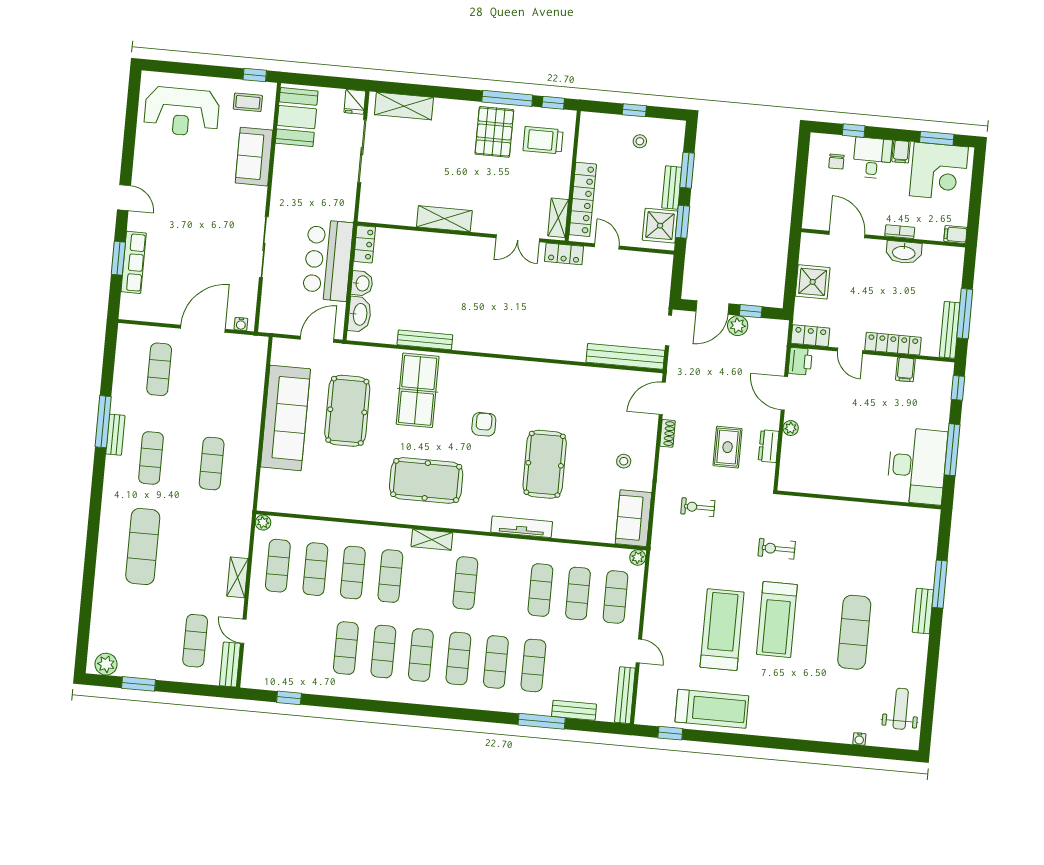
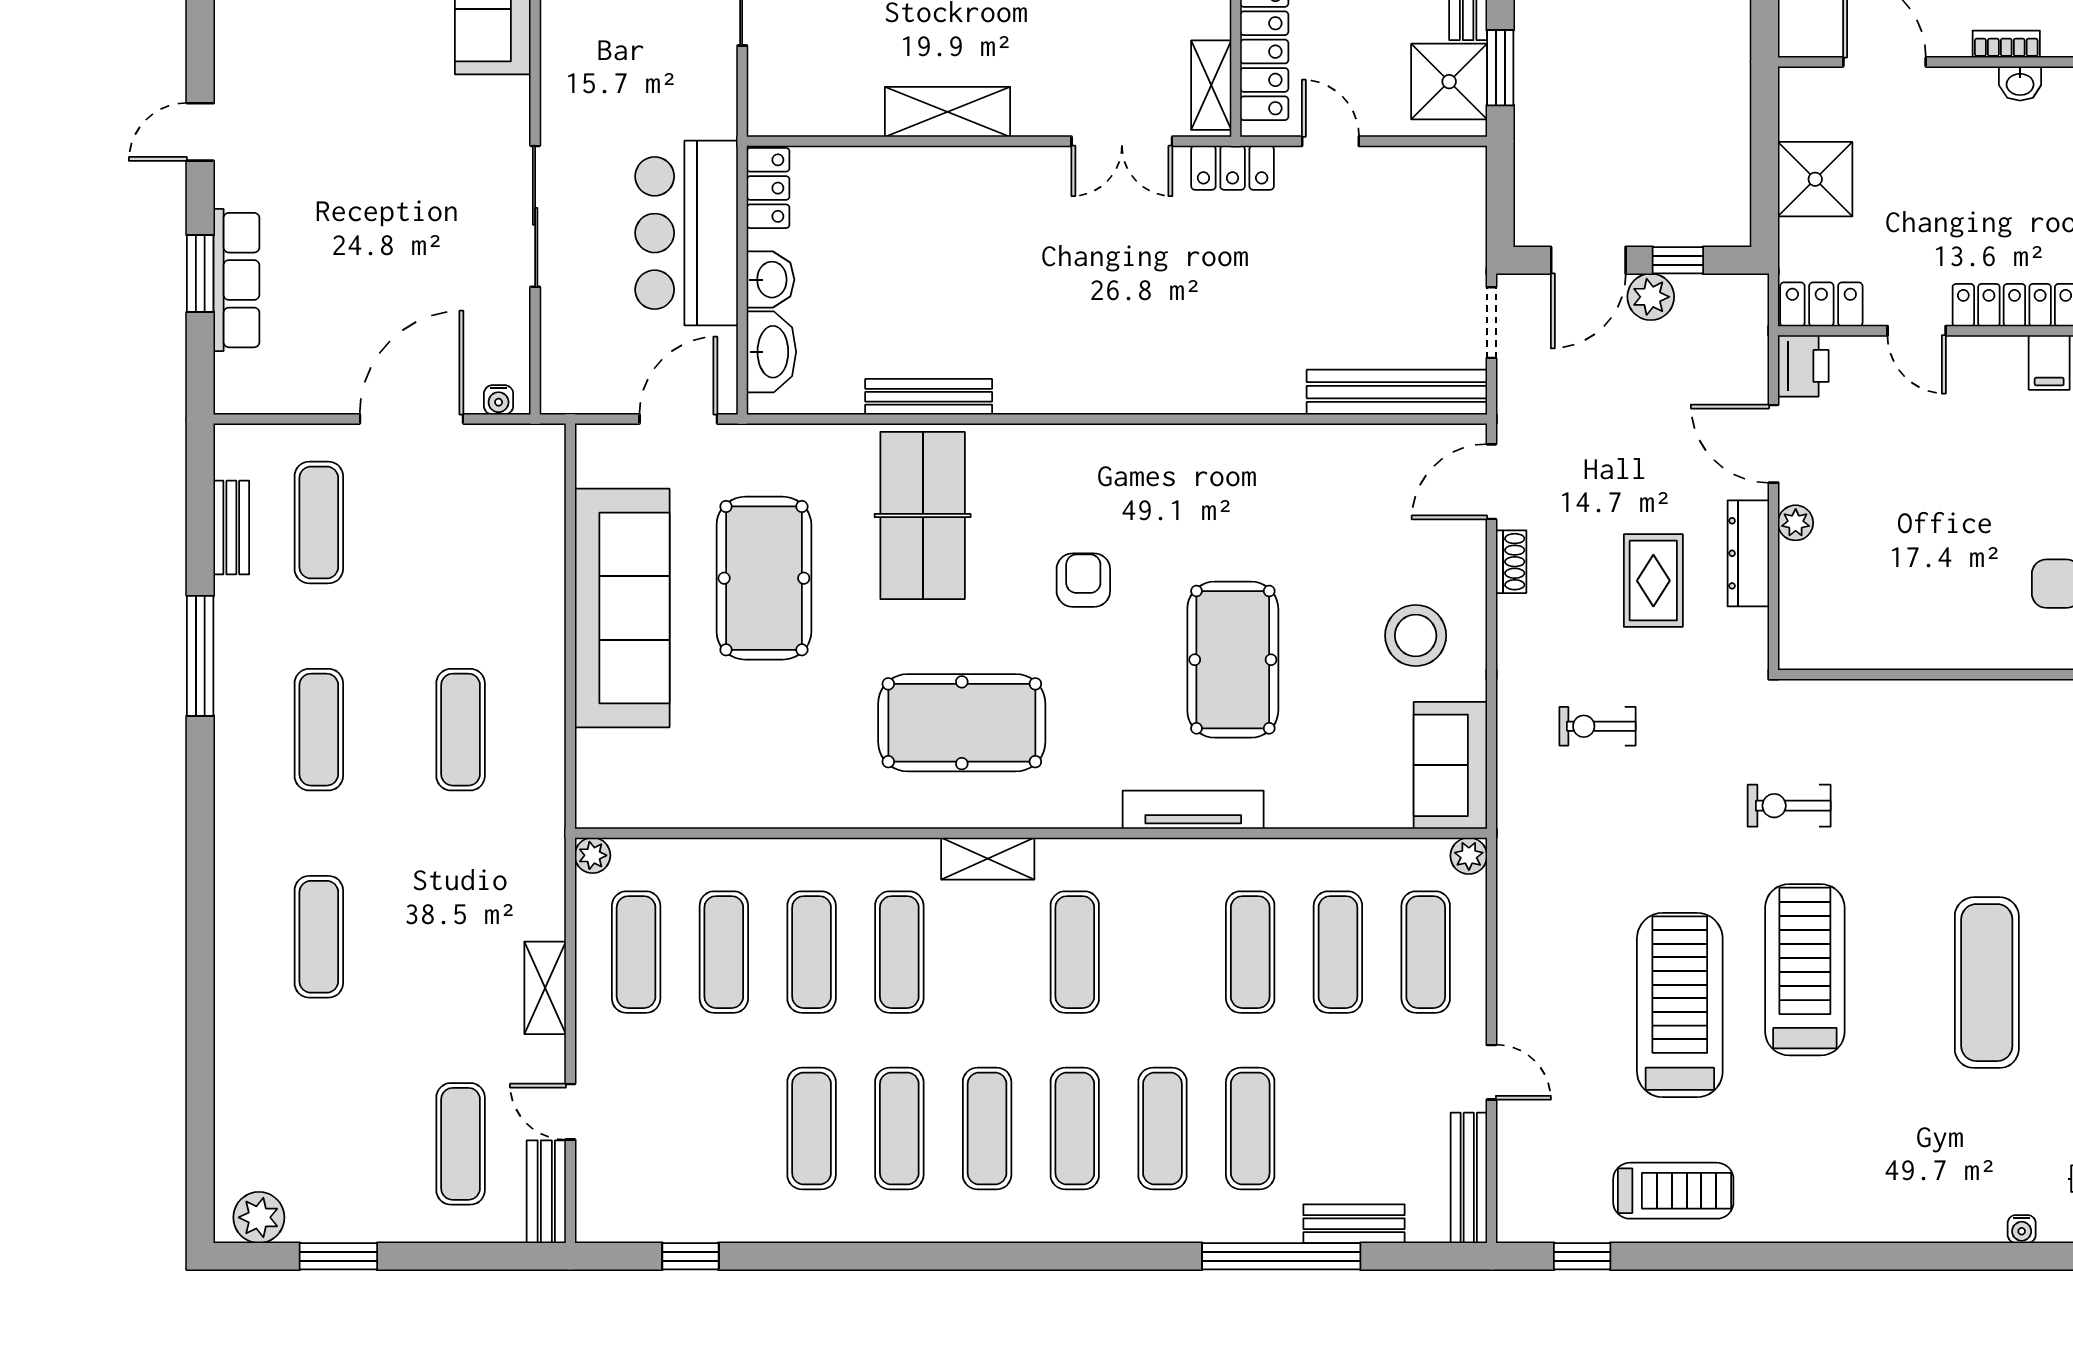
door: (124, 198) -> (200, 132), swing flipped
washbasin: (904, 252) -> (2020, 83), width x0.52, depth x0.69
bench: (115, 435) -> (231, 528), moved
dresser: (769, 446) -> (1748, 553), width x1.44
stool: (624, 461) -> (1416, 636), width x1.89, depth x1.89
exercise mat: (143, 546) -> (319, 937), width x0.73, depth x0.69
treadmill: (777, 620) -> (1805, 970), turned 180
treadmill: (712, 709) -> (1673, 1191), width x0.73, depth x0.73
window: (542, 721) -> (1281, 1256), width x1.46

